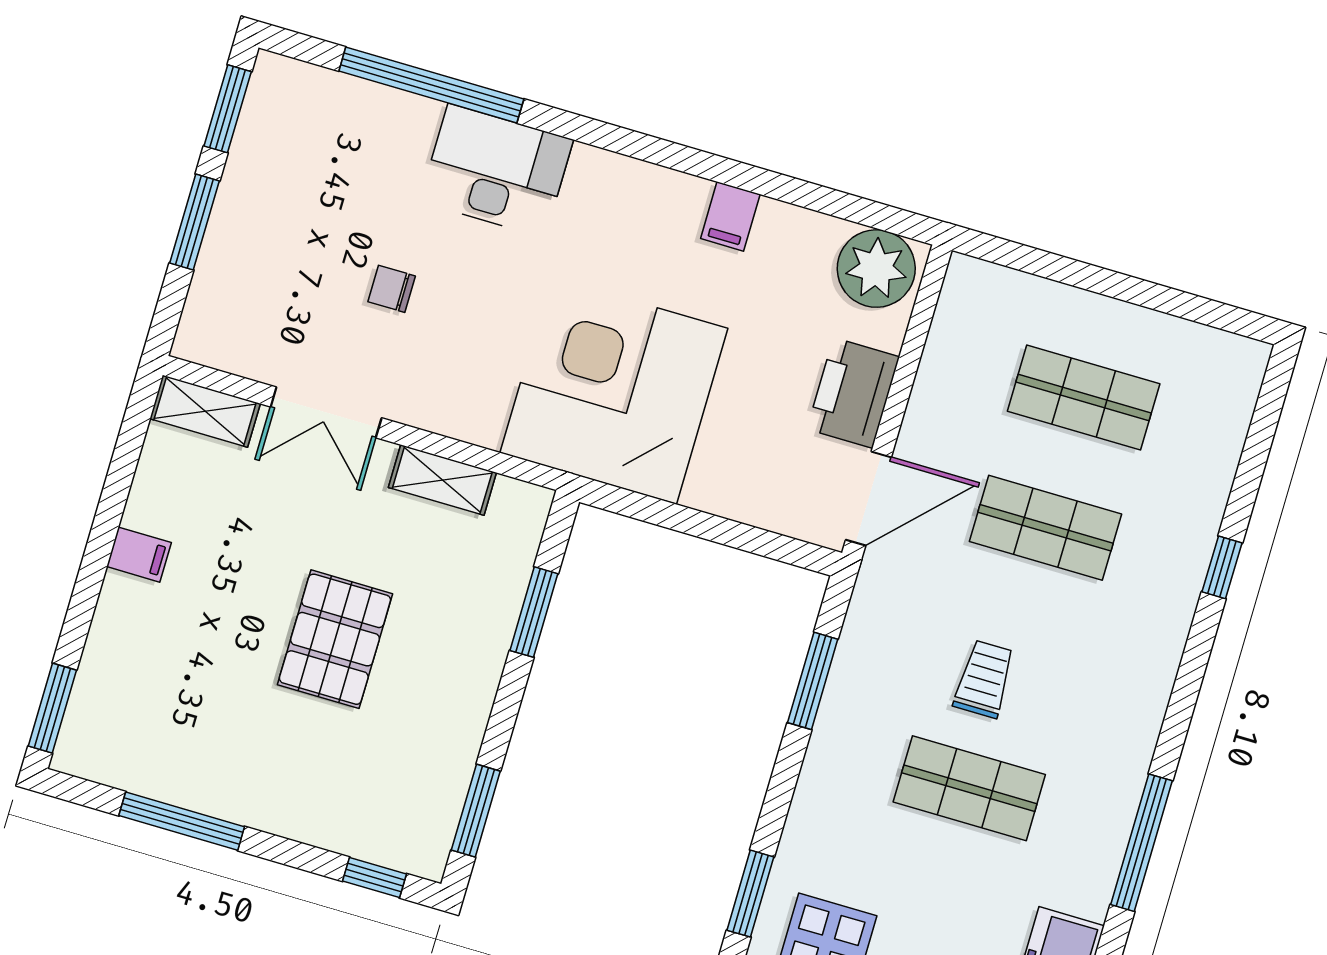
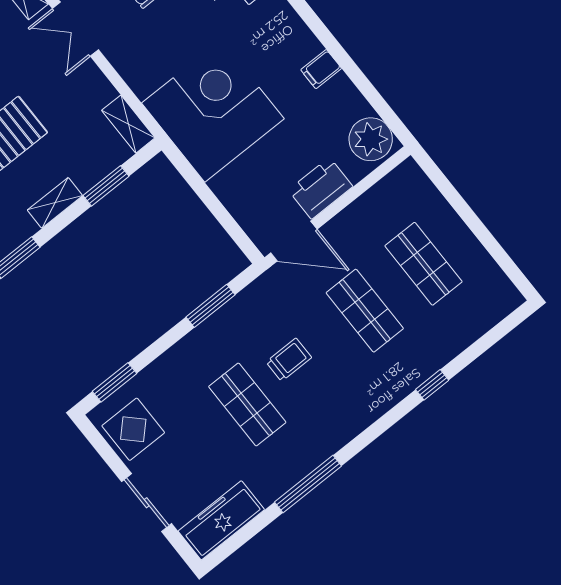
shelving: (442, 480) -> (128, 124), moved
shelving: (476, 690) -> (55, 203), added

